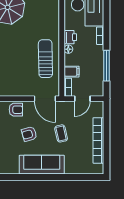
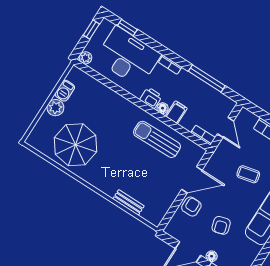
filing cabinet: (71, 72) -> (176, 112), moved
door: (45, 99) -> (192, 180), moved
armchair: (29, 134) -> (221, 225), moved

